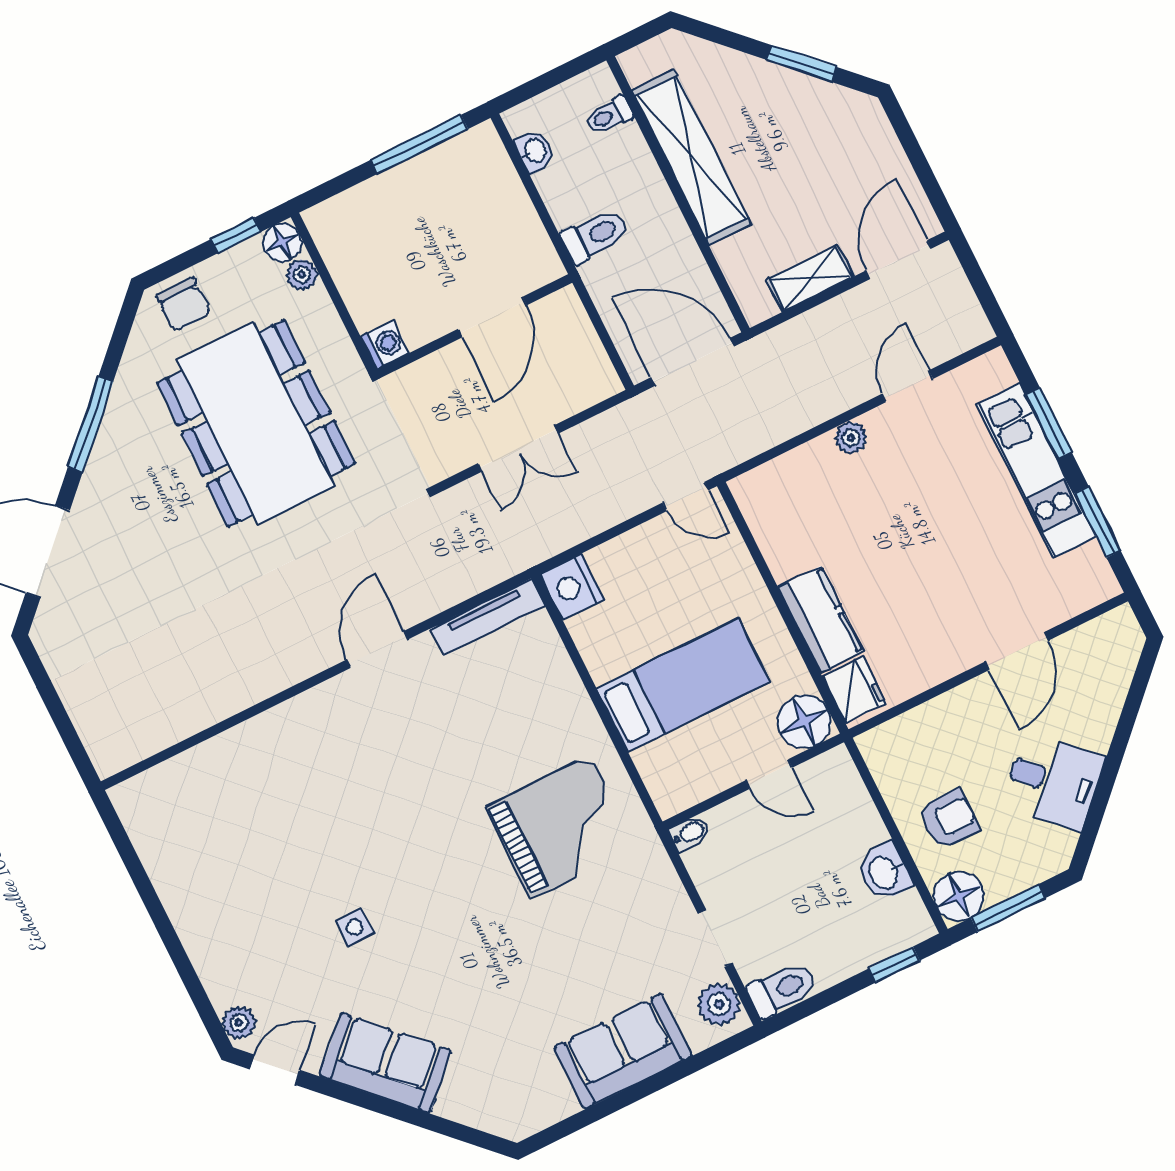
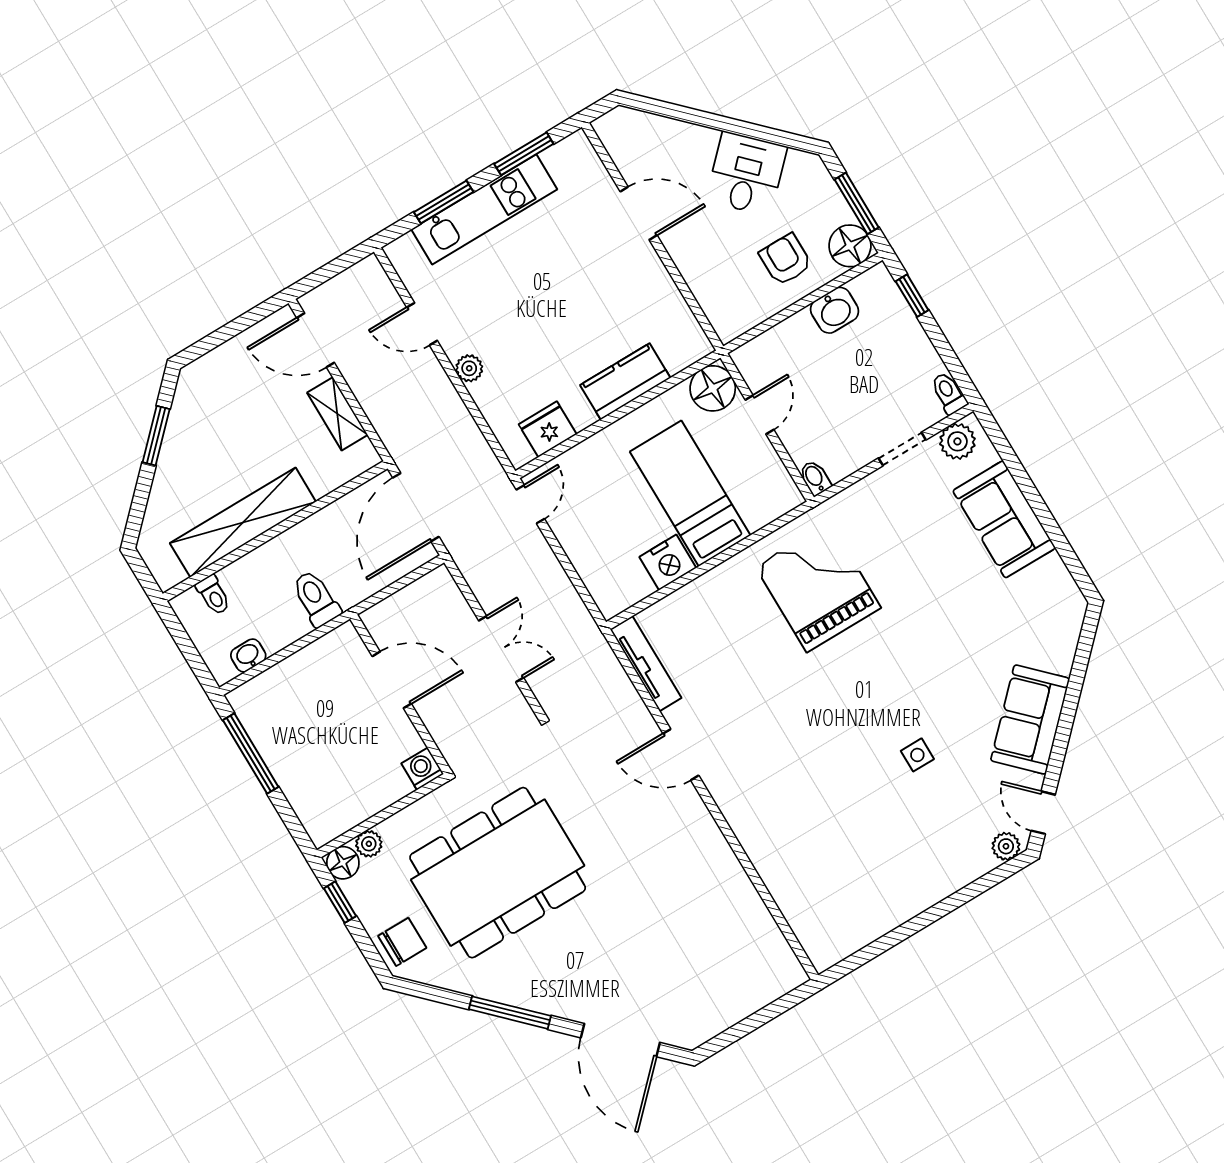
nightstand: (572, 587) -> (668, 562), moved
fridge: (854, 690) -> (548, 429), moved
toilet: (782, 989) -> (949, 393), width x0.73, depth x0.72

